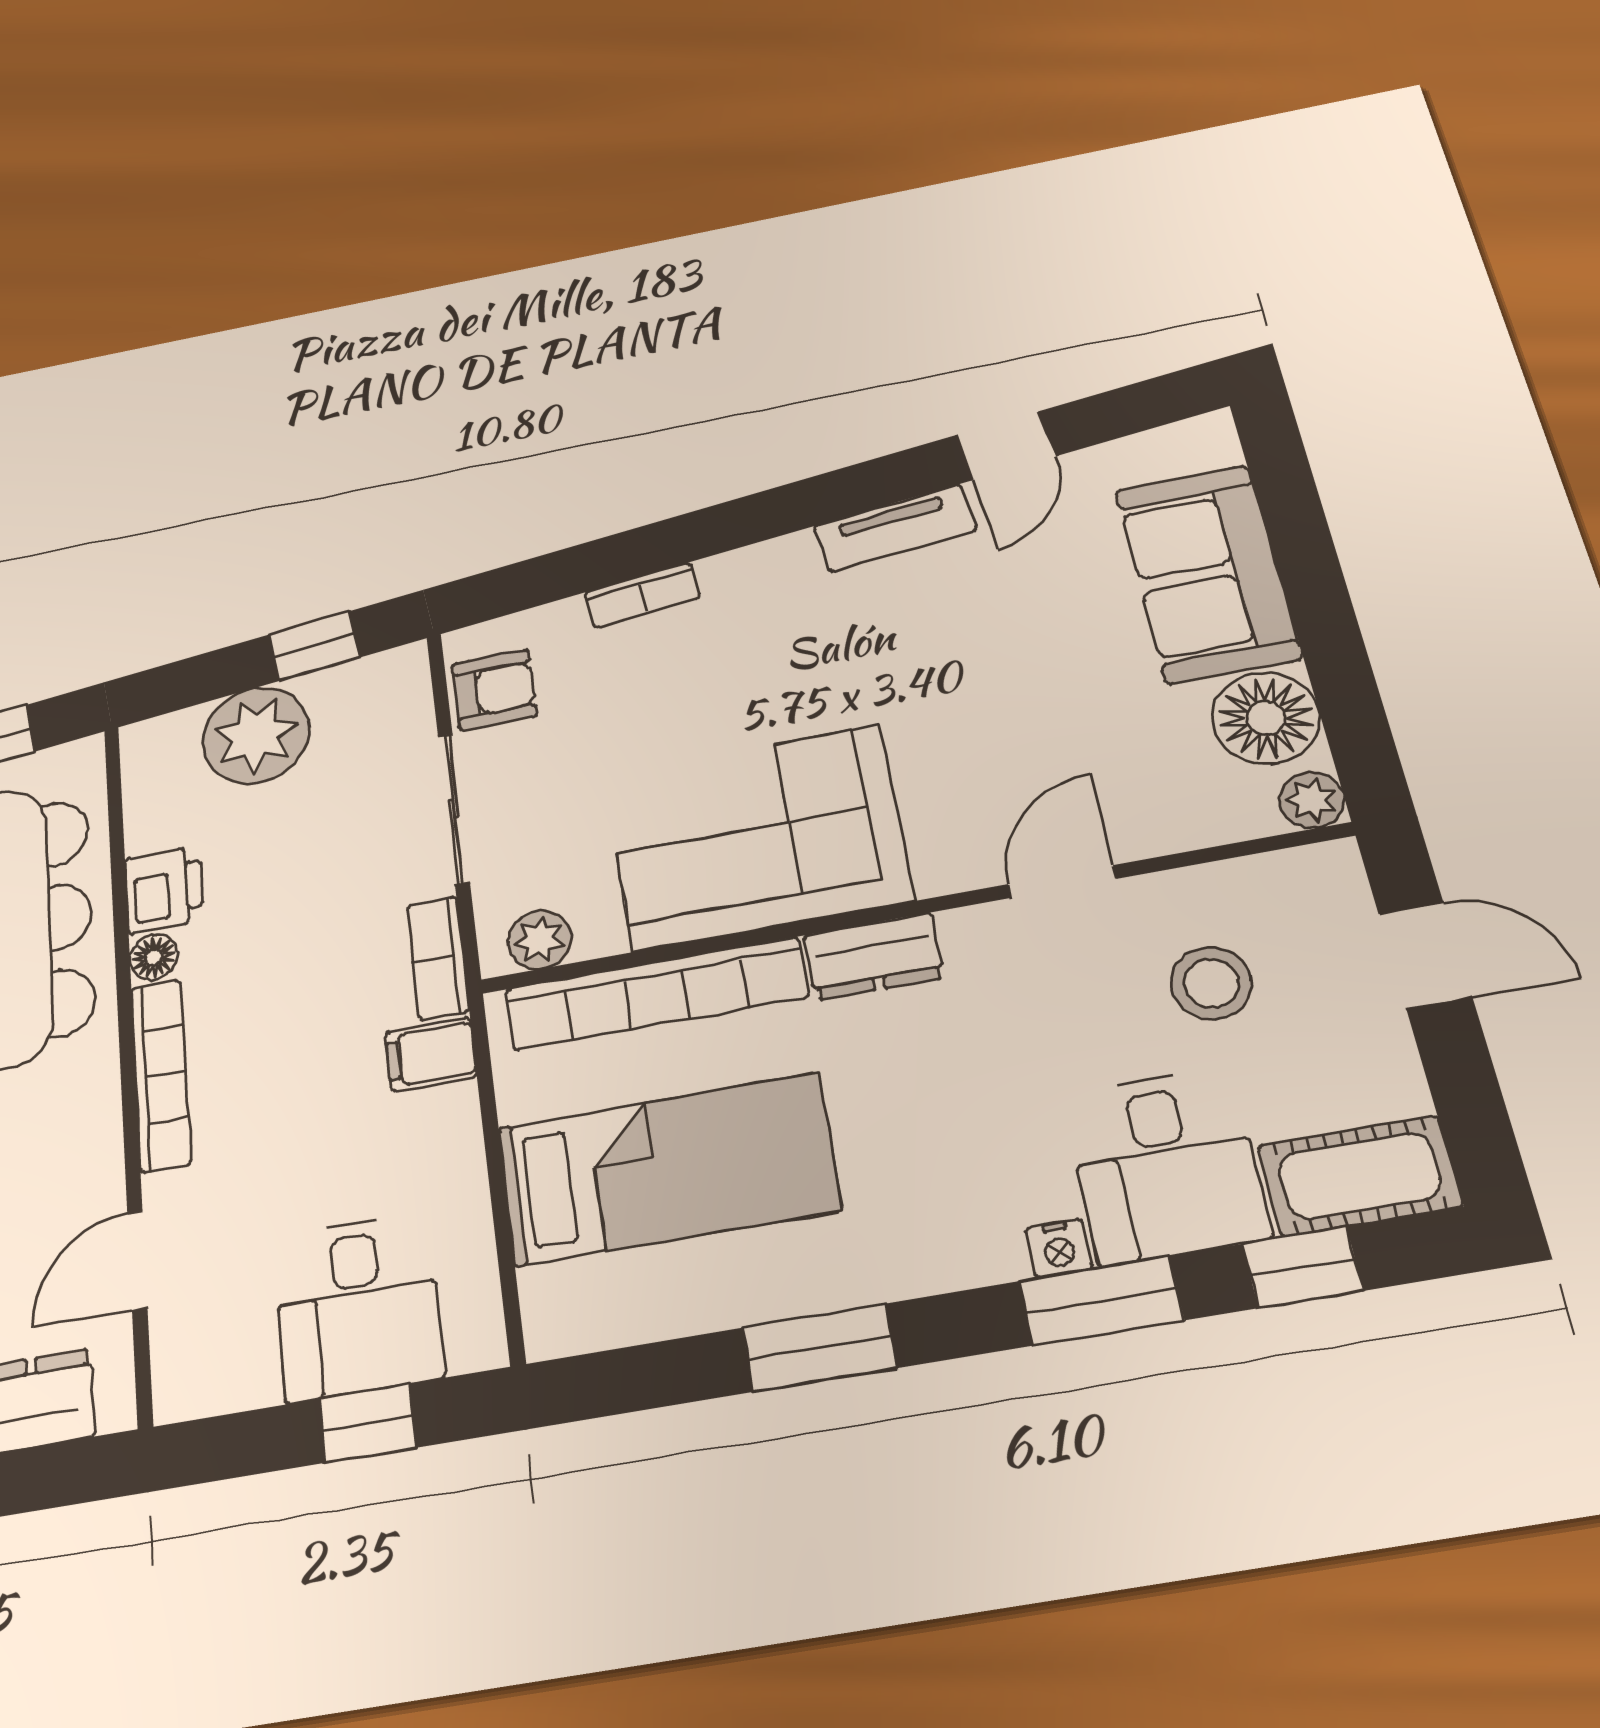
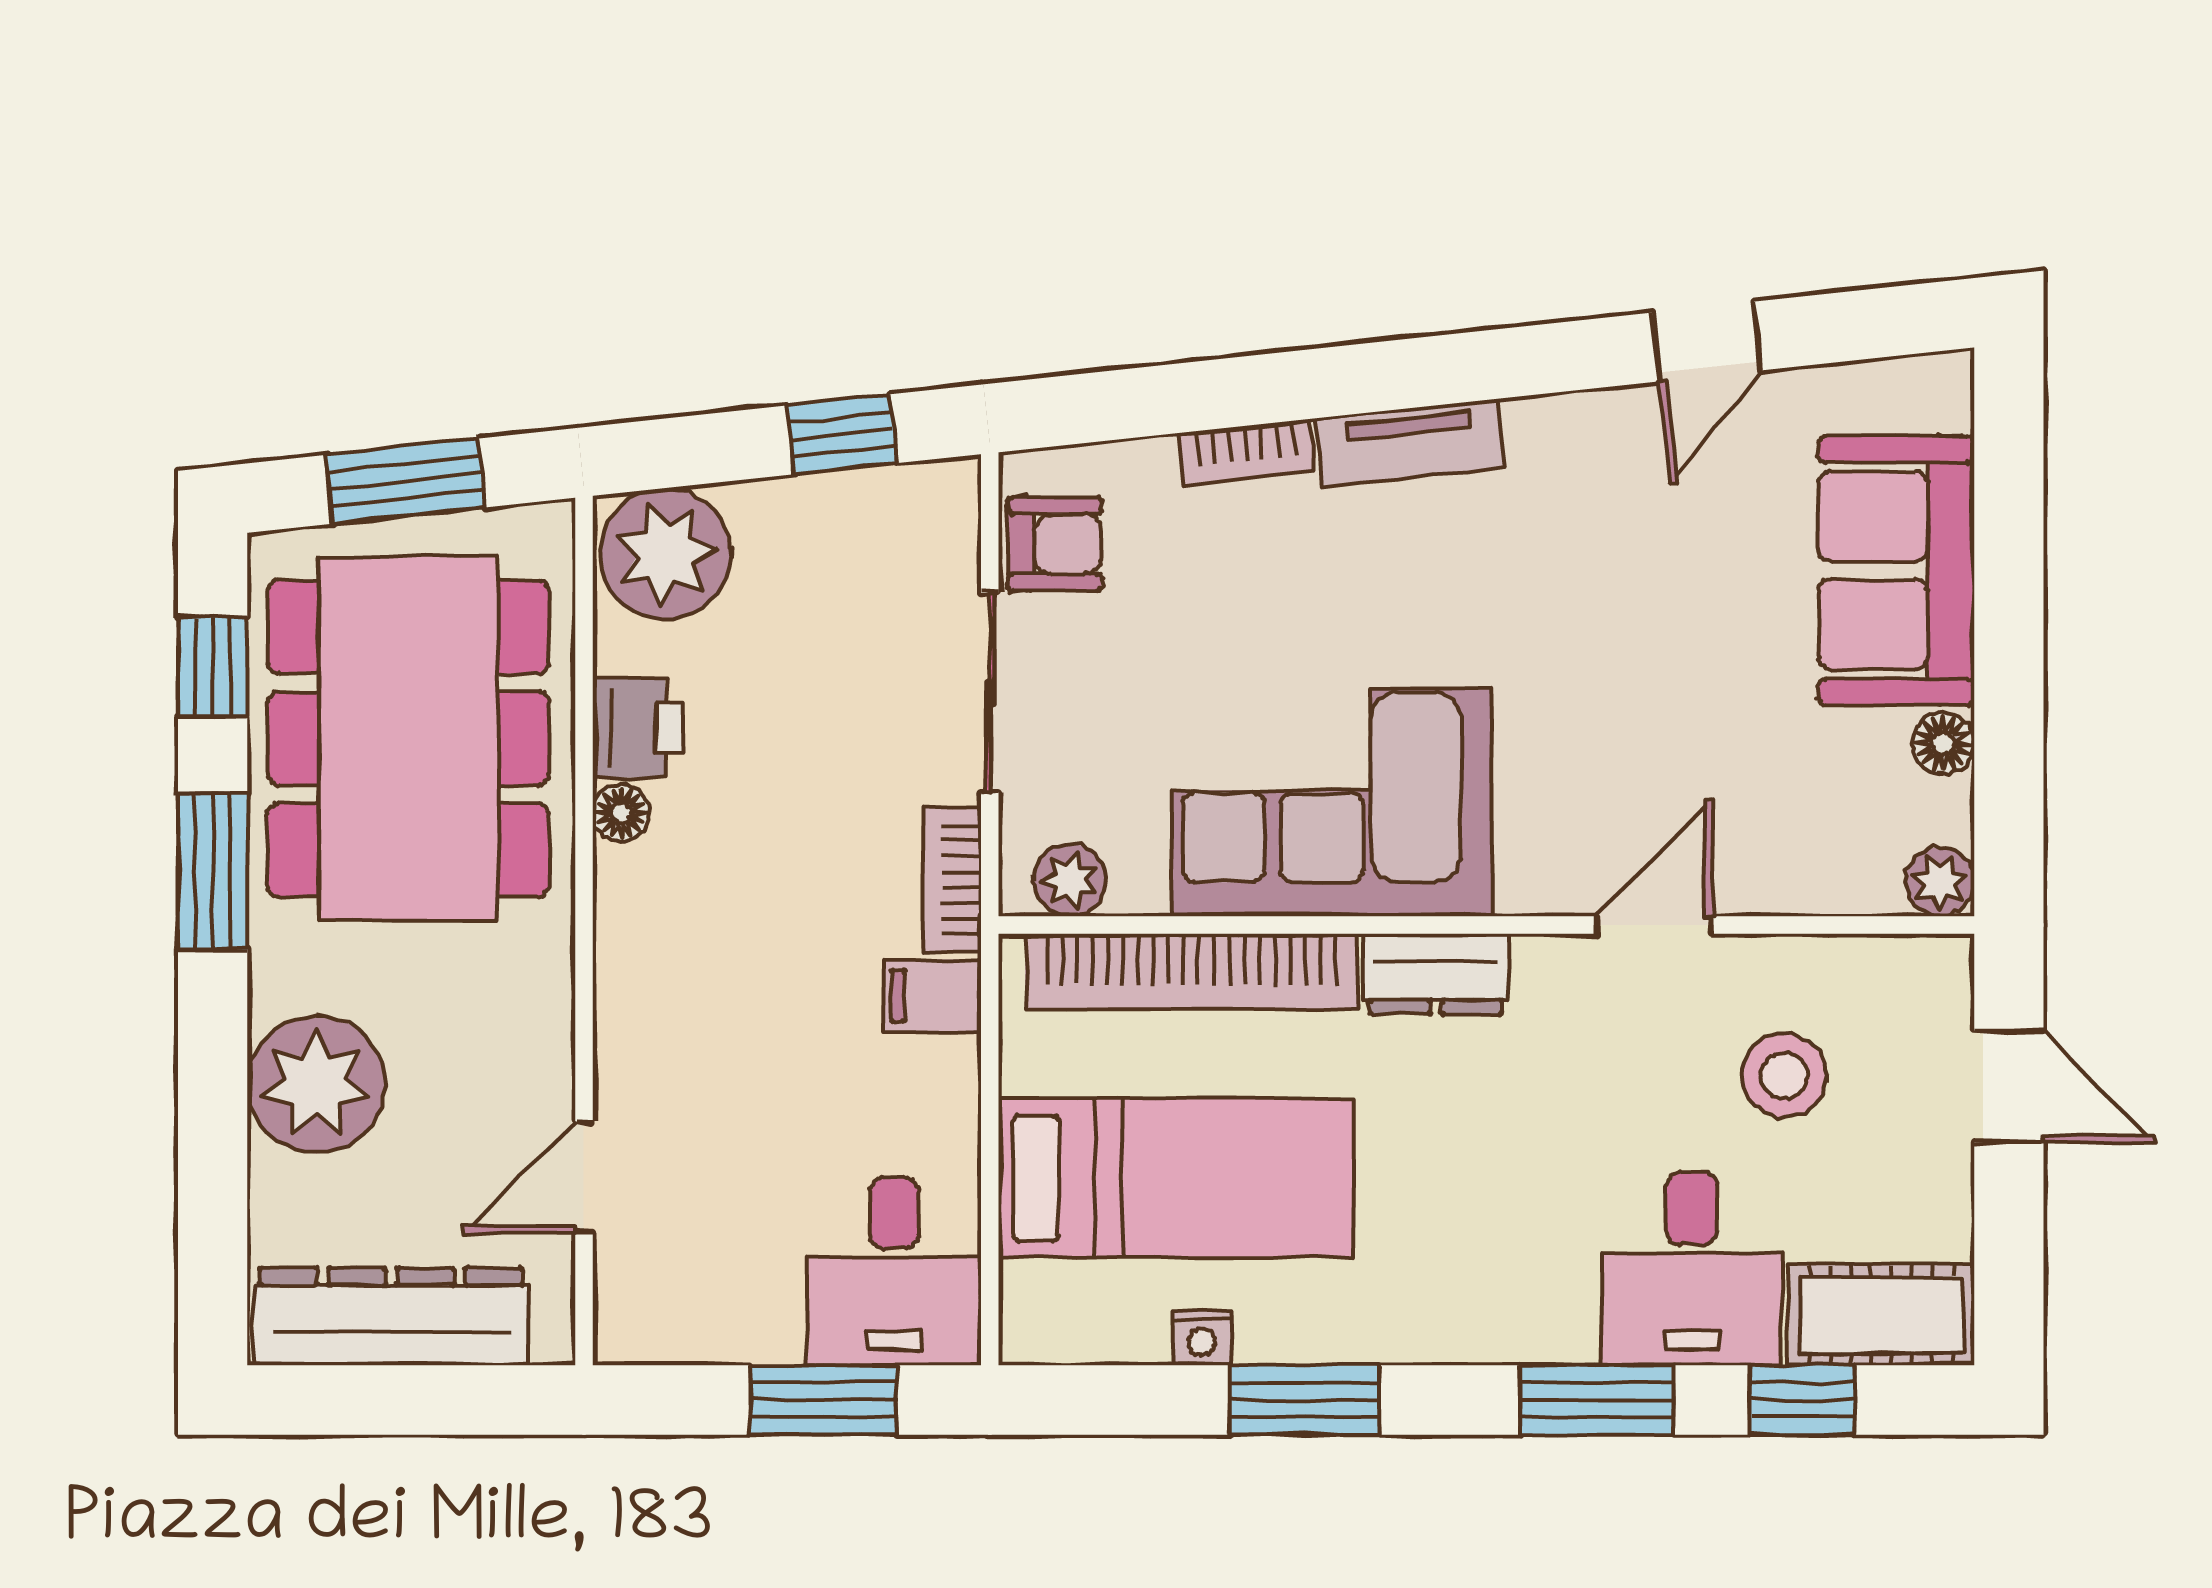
tv unit: (895, 528) -> (1410, 443), moved
floor lamp: (1266, 718) -> (1943, 743), width x0.53, depth x0.53
plant: (256, 735) -> (666, 554), moved
bookcase: (161, 1075) -> (622, 962), removed
nightstand: (1059, 1248) -> (1202, 1338), moved
desk: (358, 1306) -> (894, 1271), moved
window: (367, 1423) -> (824, 1400), width x1.50

